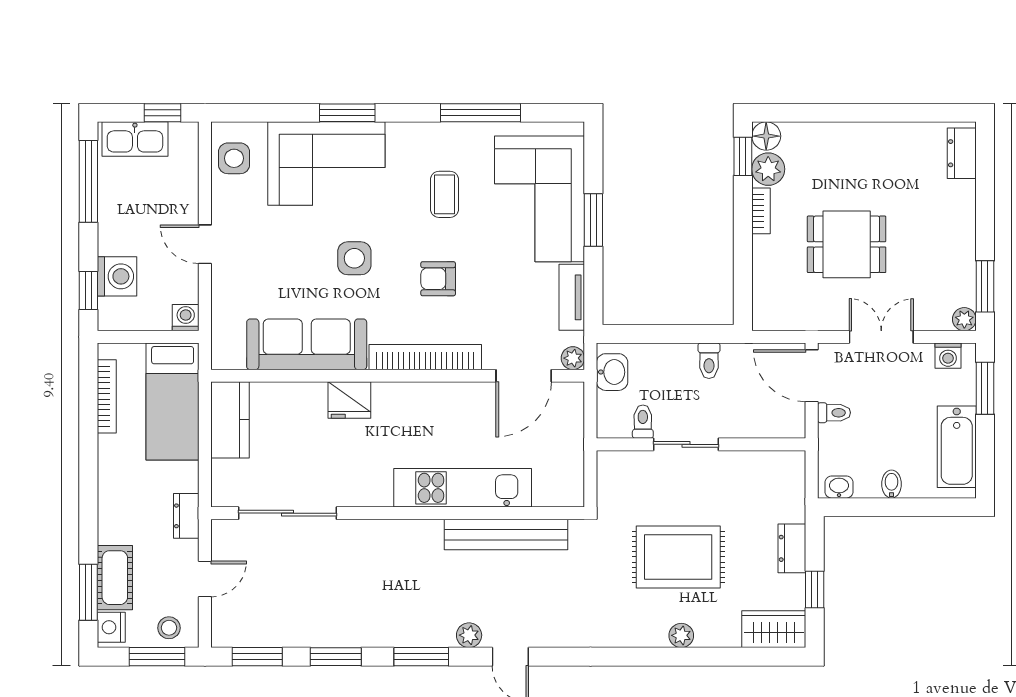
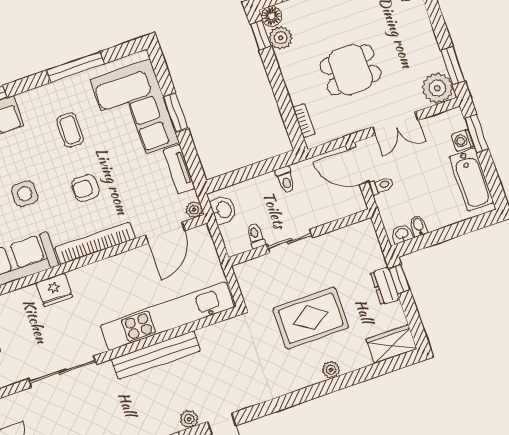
bookcase: (761, 211) -> (304, 121), moved
plant: (964, 319) -> (437, 88), width x1.88, depth x1.88
double door: (881, 337) -> (395, 124), swing flipped
washing machine: (948, 356) -> (463, 140), moved, turned 90
bidet: (892, 484) -> (419, 226), moved
kitchen unit: (463, 488) -> (167, 316), width x1.36
sliding door: (287, 513) -> (62, 372), moved
bench: (506, 535) -> (156, 355), moved
window: (815, 589) -> (399, 279), moved

